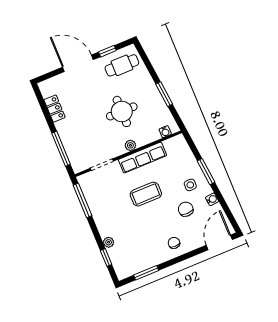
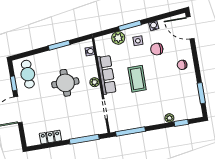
plant: (188, 161) -> (118, 38), added

